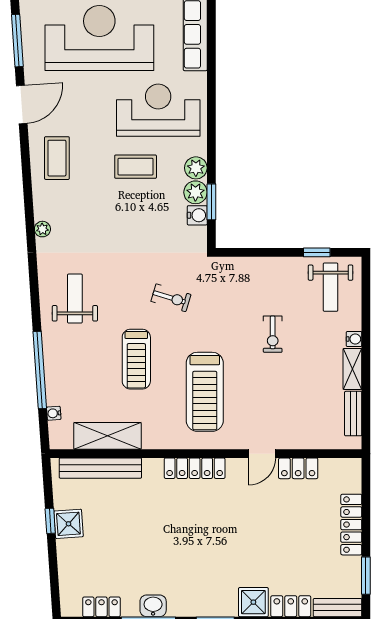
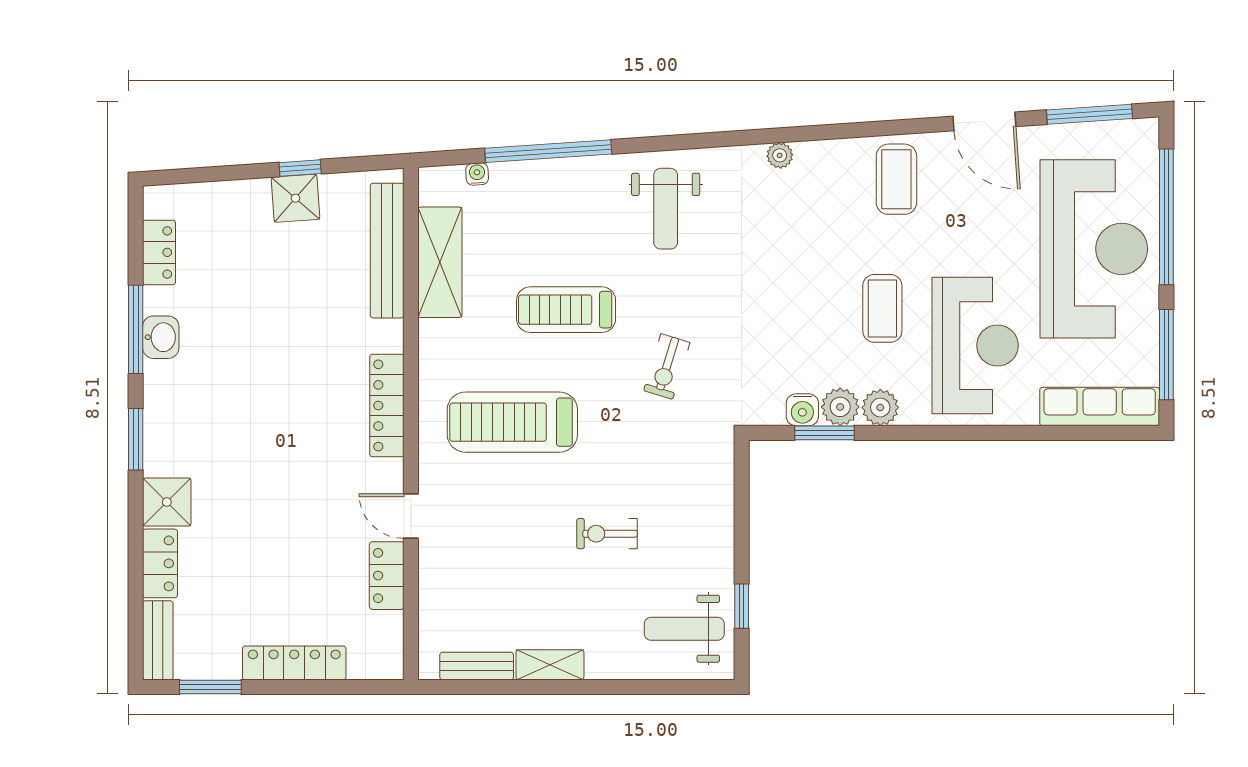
coffee table: (57, 158) -> (896, 179), turned 90
weight bench: (75, 299) -> (666, 209), turned 90
water cooler: (354, 339) -> (599, 667), removed

